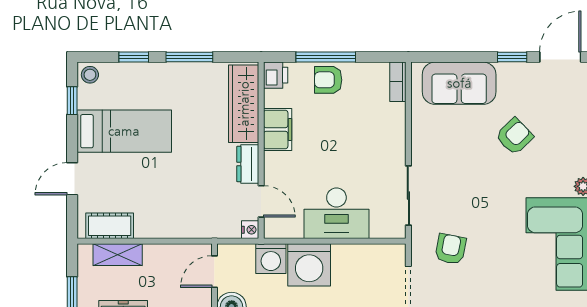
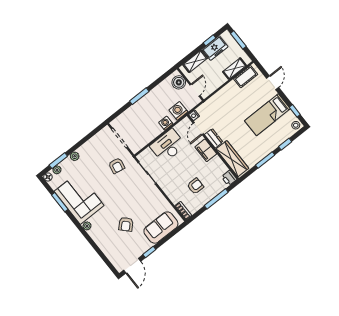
armchair: (328, 80) -> (195, 186), moved
filing cabinet: (278, 129) -> (206, 150), moved
door: (261, 201) -> (198, 129), hinge flipped
washing machine: (309, 265) -> (166, 123), width x0.53, depth x0.53

